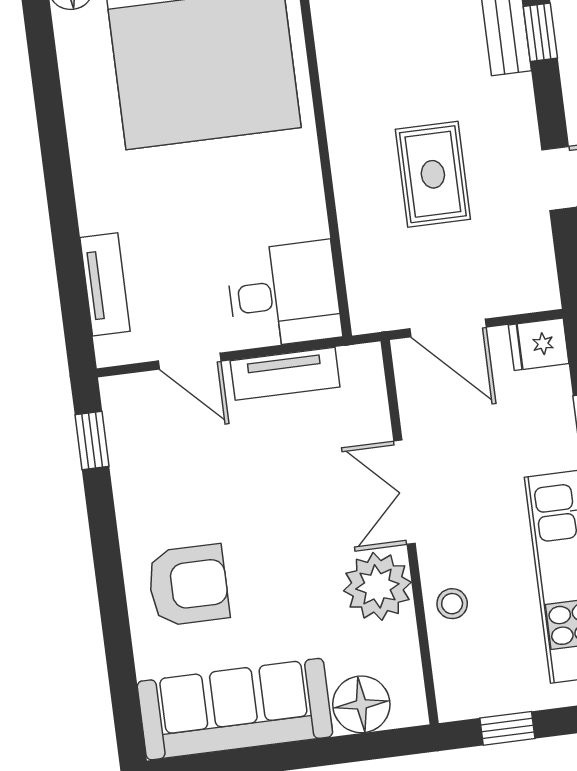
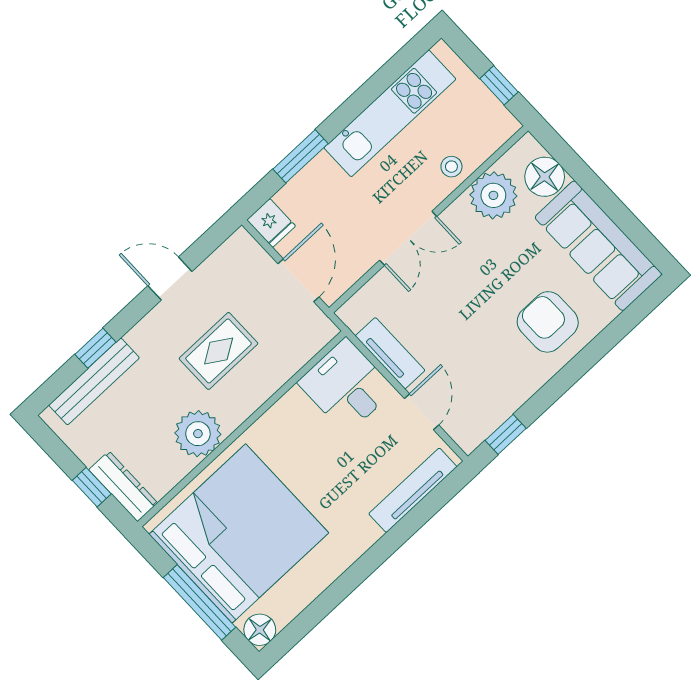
plant: (353, 80) -> (198, 434), added
tv unit: (105, 284) -> (413, 490), width x1.41
plant: (377, 586) -> (493, 195), moved

